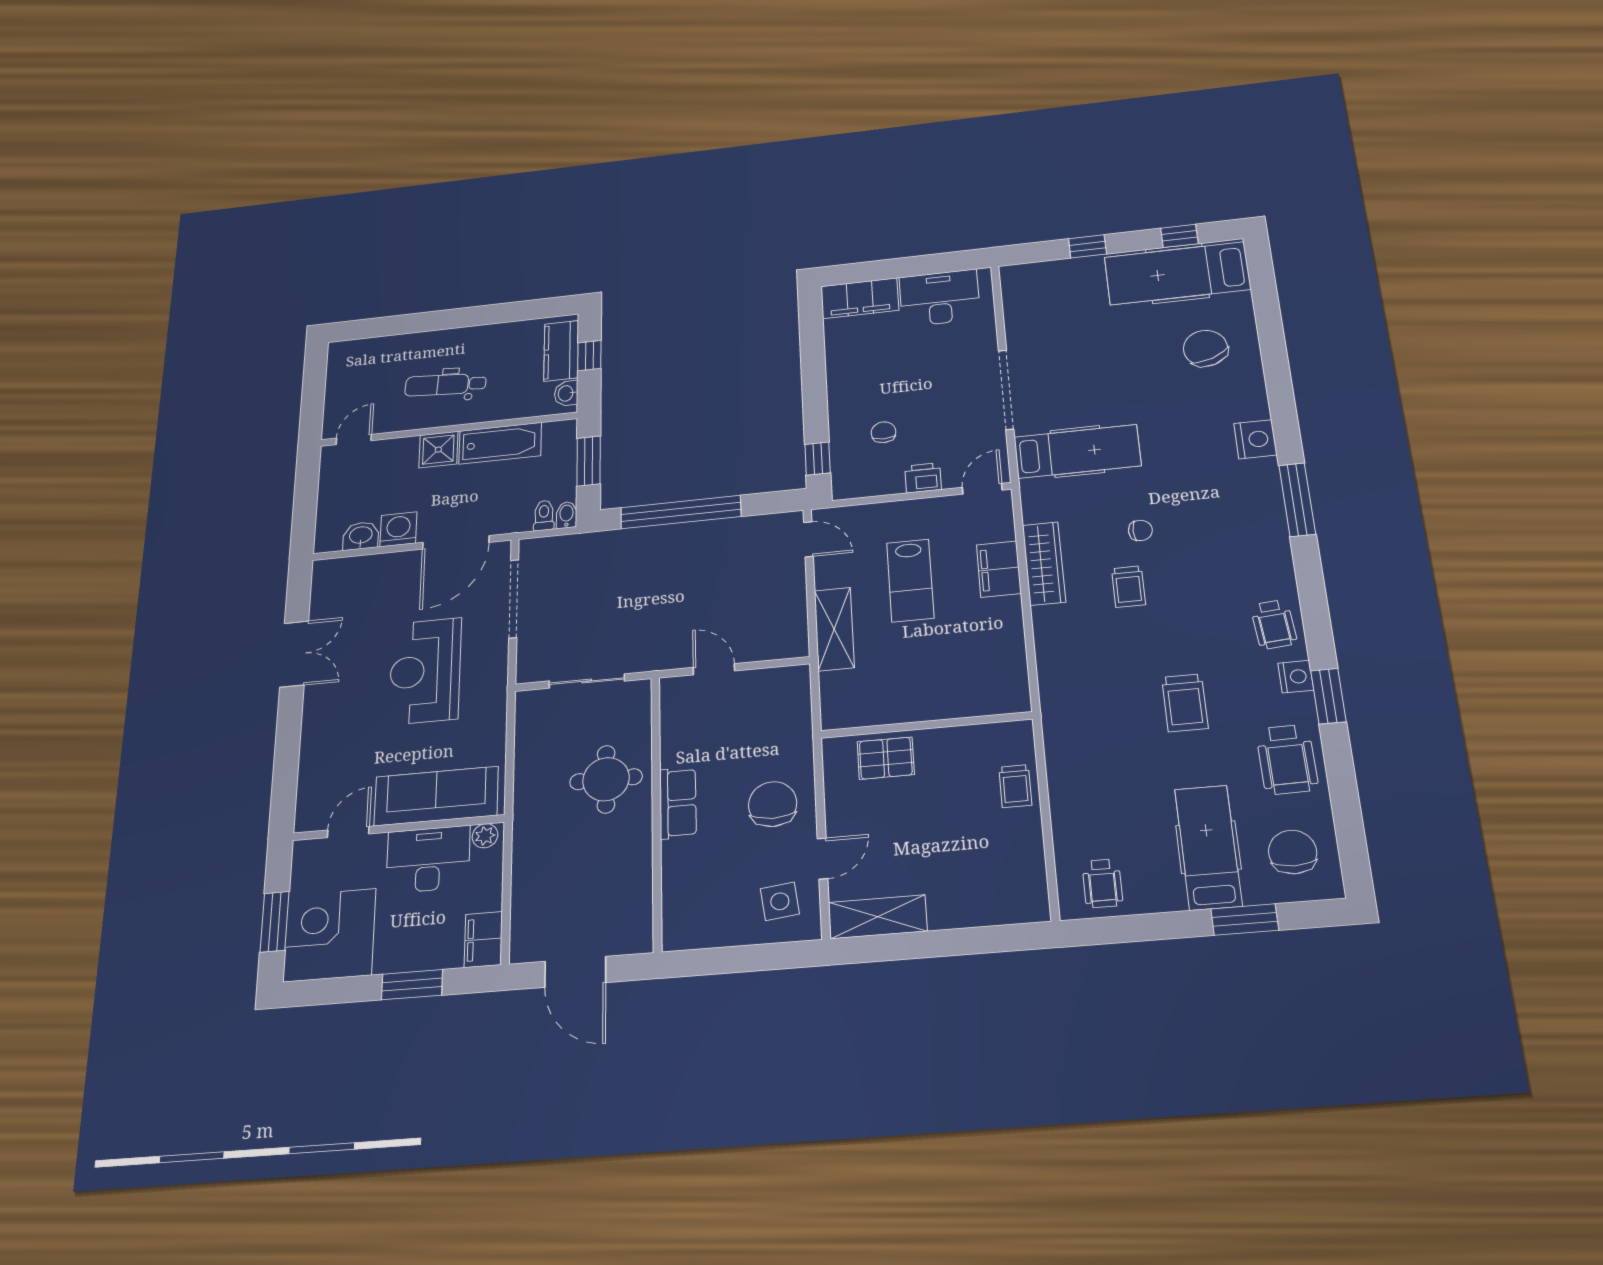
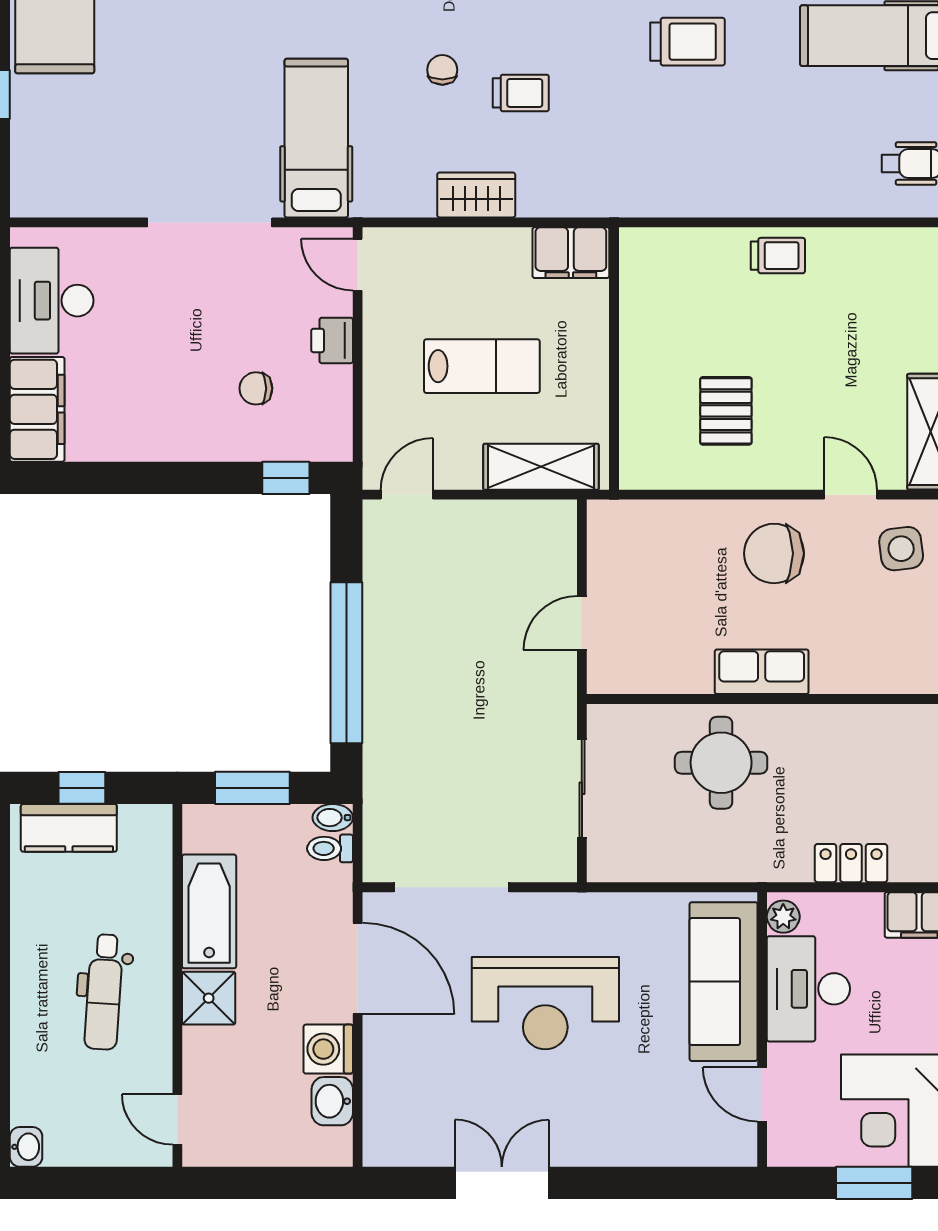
washbasin: (566, 393) -> (26, 1147), moved, turned -90
wardrobe: (1044, 563) -> (476, 195), width x0.67
filing cabinet: (999, 569) -> (571, 253), moved
wall: (926, 725) -> (614, 358), moved
locker: (526, 883) -> (851, 863), added

